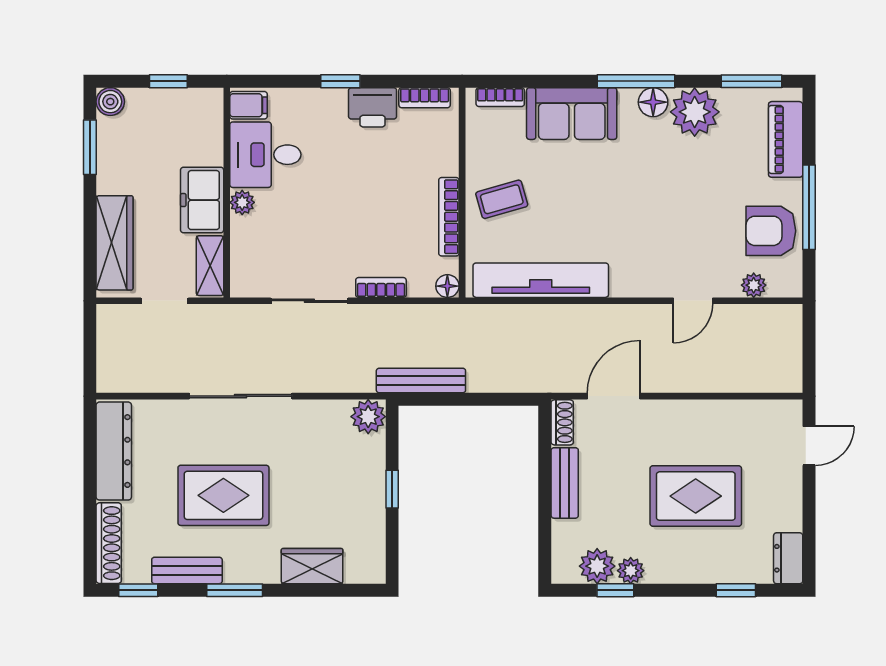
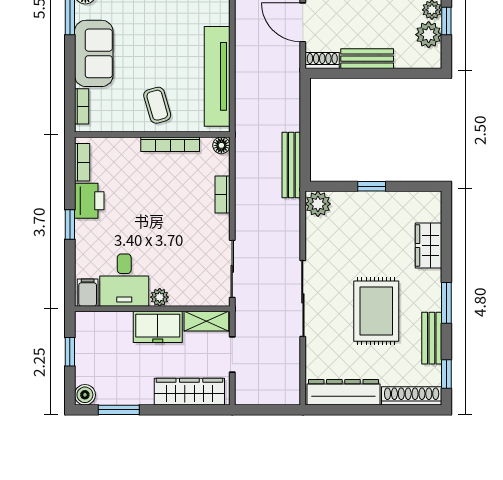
sliding door: (309, 301) -> (232, 269), moved

